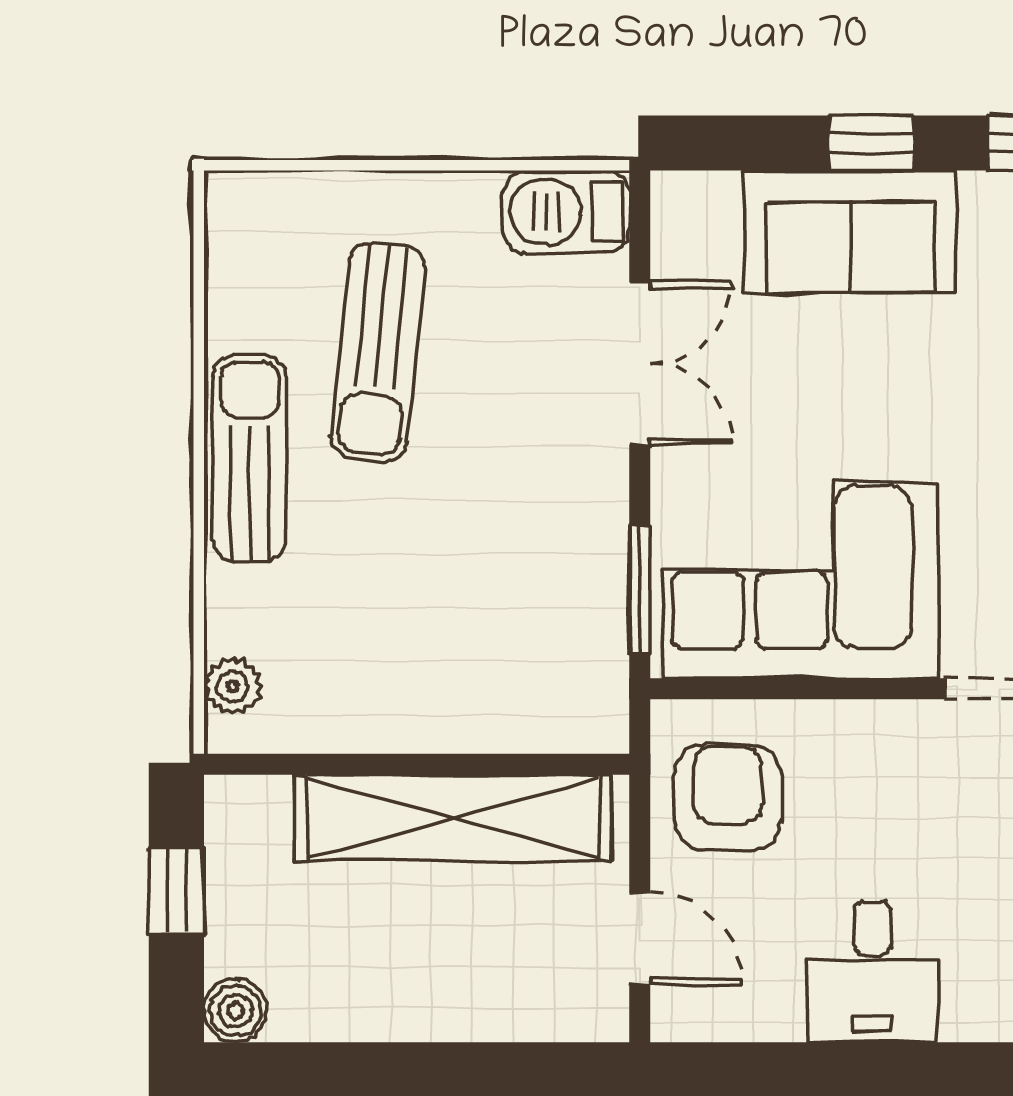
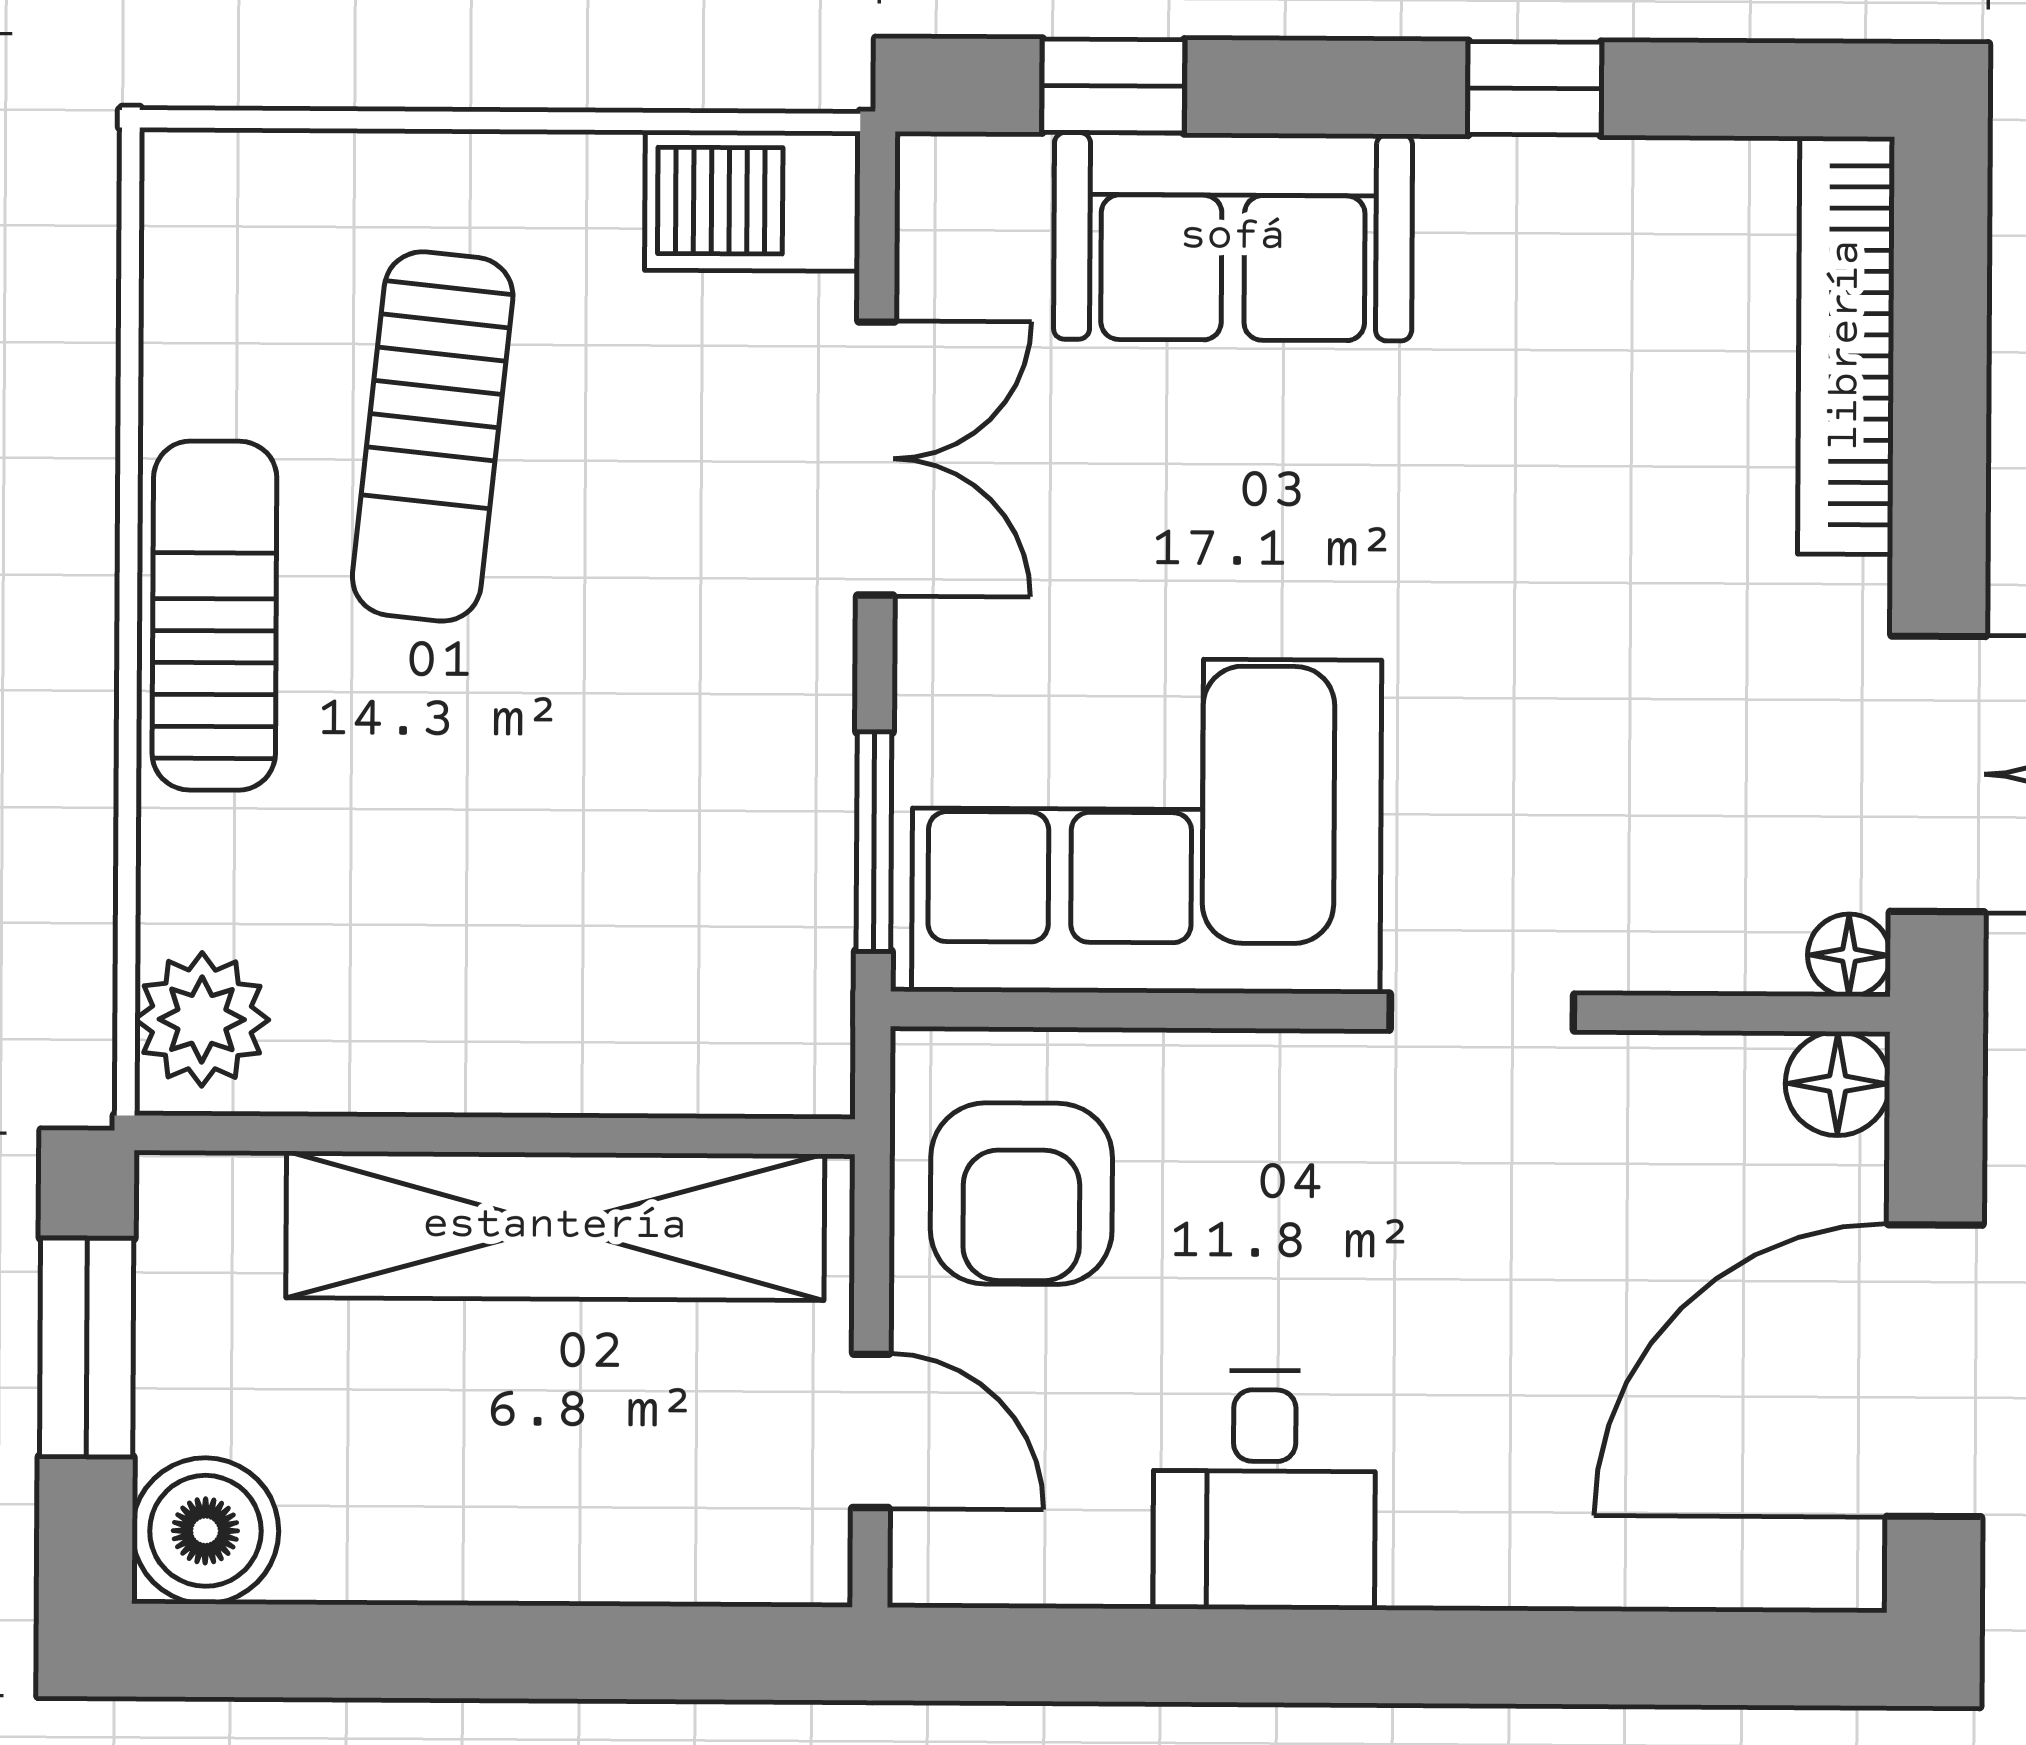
window: (872, 143) -> (1113, 86), moved
plant: (233, 686) -> (202, 1019), width x1.38, depth x1.38
armchair: (728, 797) -> (1021, 1194), turned 180
window: (176, 891) -> (87, 1347), width x1.50
boiler: (236, 1011) -> (205, 1531), width x1.36, depth x1.36

